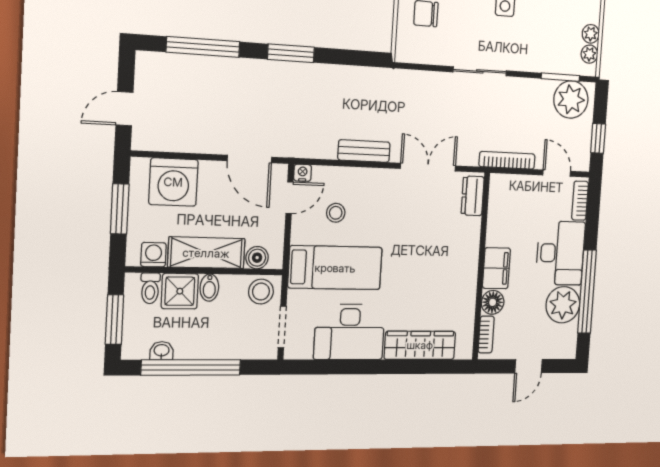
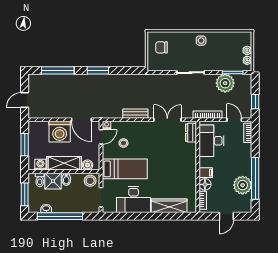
plant: (571, 99) -> (225, 83), moved
washing machine: (173, 182) -> (60, 132), moved
desk: (560, 253) -> (212, 141), moved, turned 180
filing cabinet: (496, 268) -> (206, 173), width x0.50

